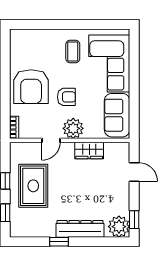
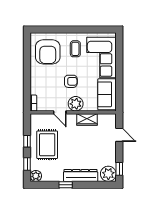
armchair: (31, 87) -> (48, 52), moved
door: (51, 140) -> (60, 112), hinge flipped
plant: (17, 230) -> (36, 176), added

